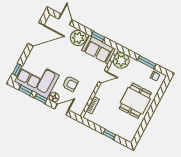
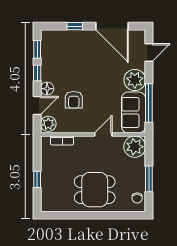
window: (98, 37) -> (149, 103), width x2.17
window: (17, 70) -> (75, 26), moved
door: (103, 77) -> (103, 135), swing flipped
corner sofa: (37, 78) -> (59, 55), removed
plant: (77, 108) -> (48, 124), added
door: (62, 109) -> (37, 106), hinge flipped

